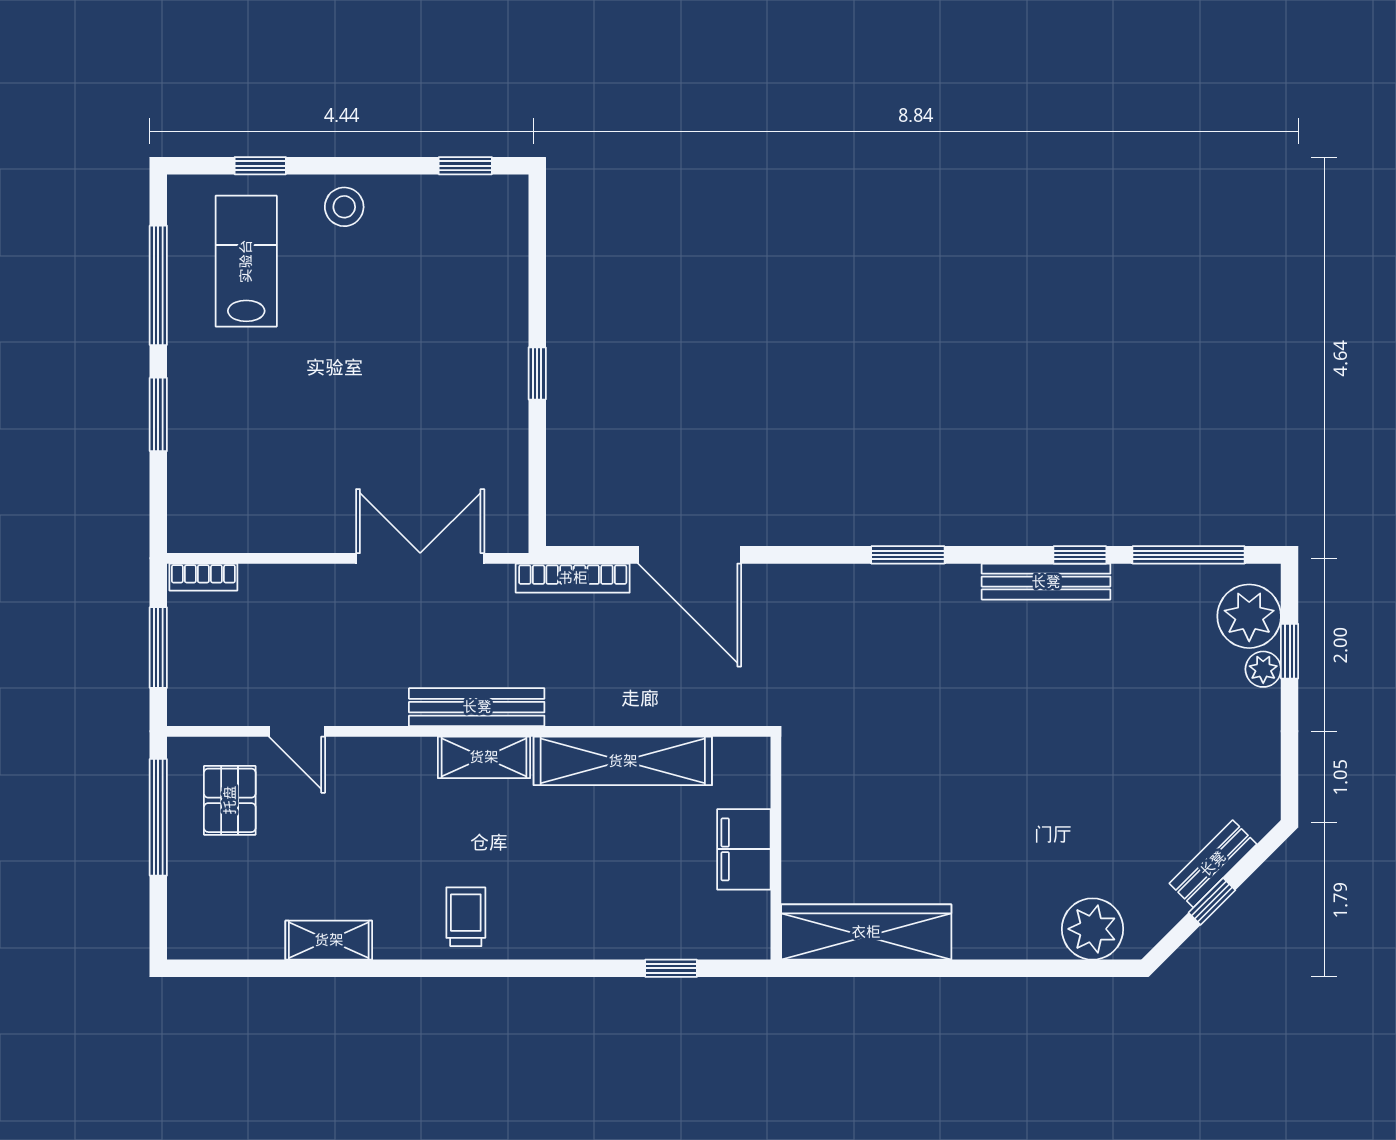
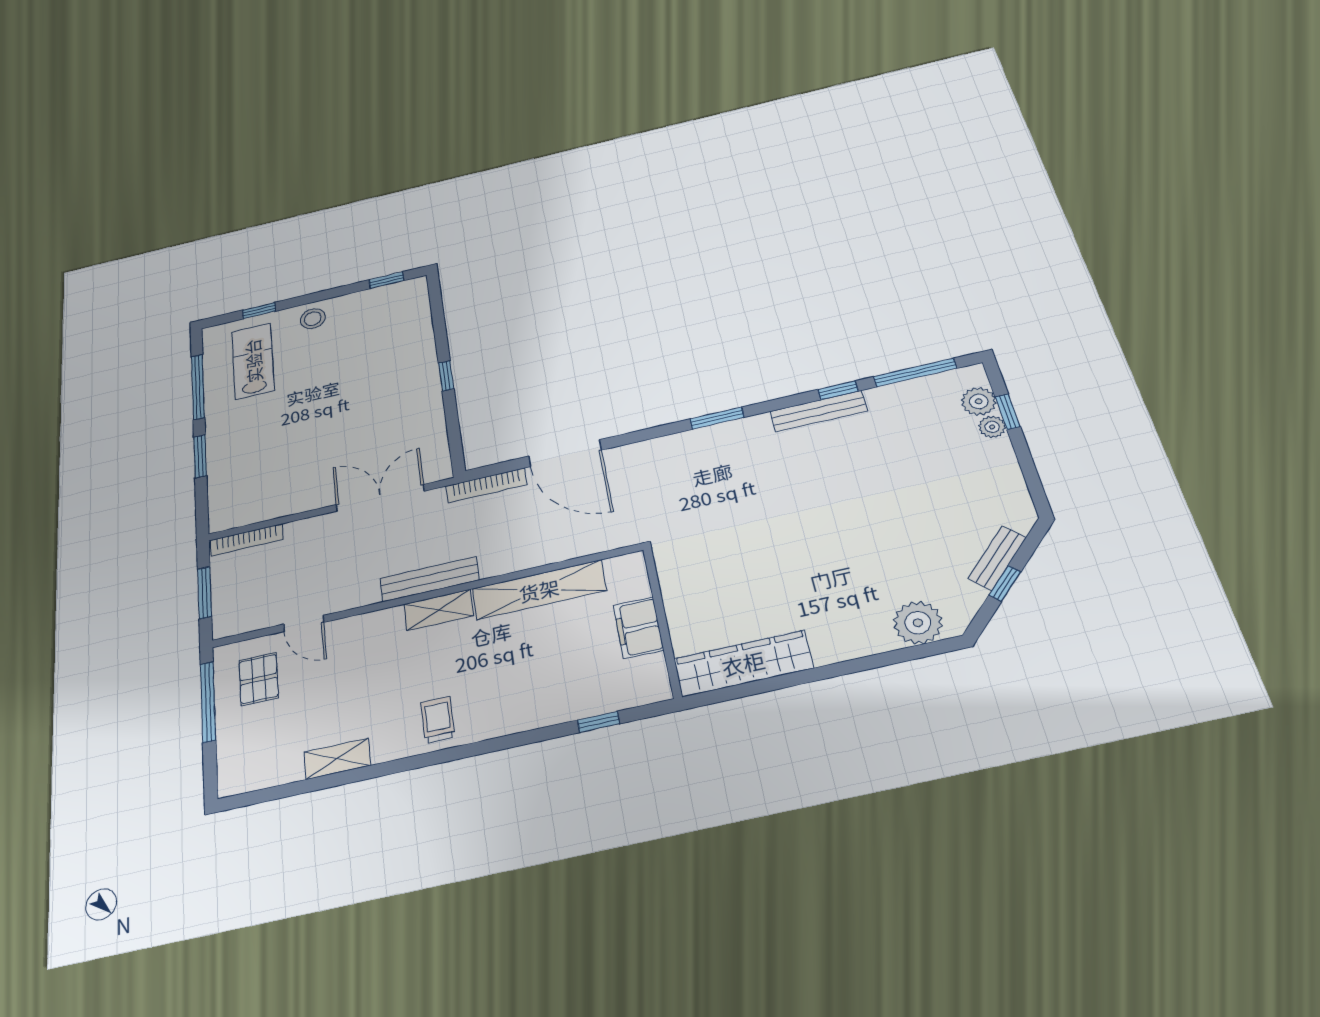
bookcase: (203, 577) -> (247, 540), width x1.56
plant: (1249, 616) -> (979, 401), width x0.73, depth x0.73

